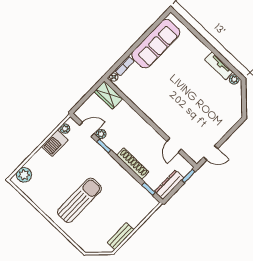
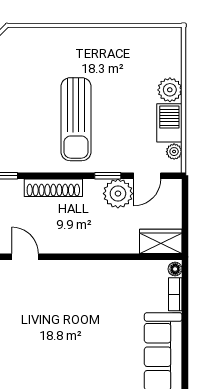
plant: (101, 134) -> (118, 194), width x1.88, depth x1.88
plant: (24, 175) -> (170, 90), moved
sun lounger: (79, 200) -> (76, 119), moved

